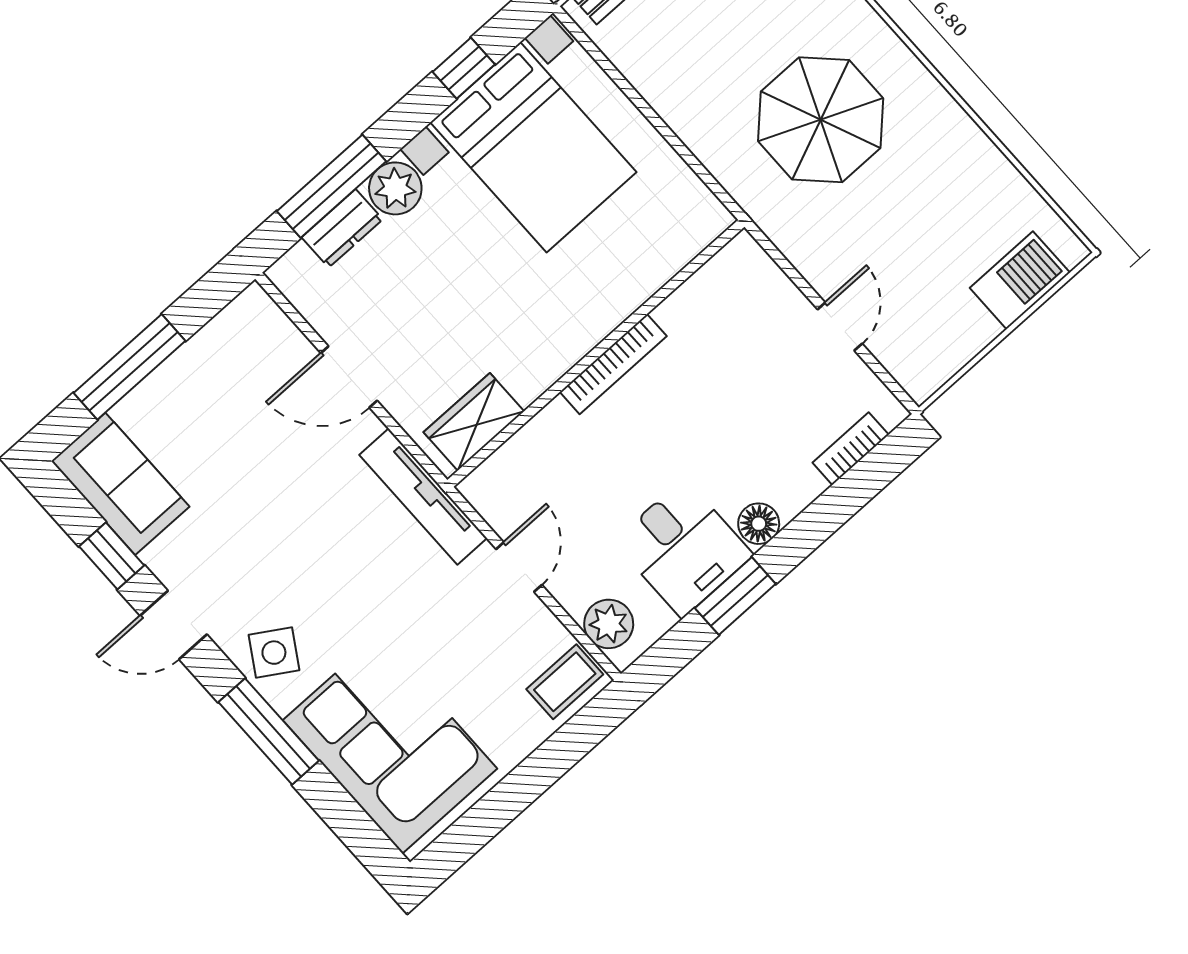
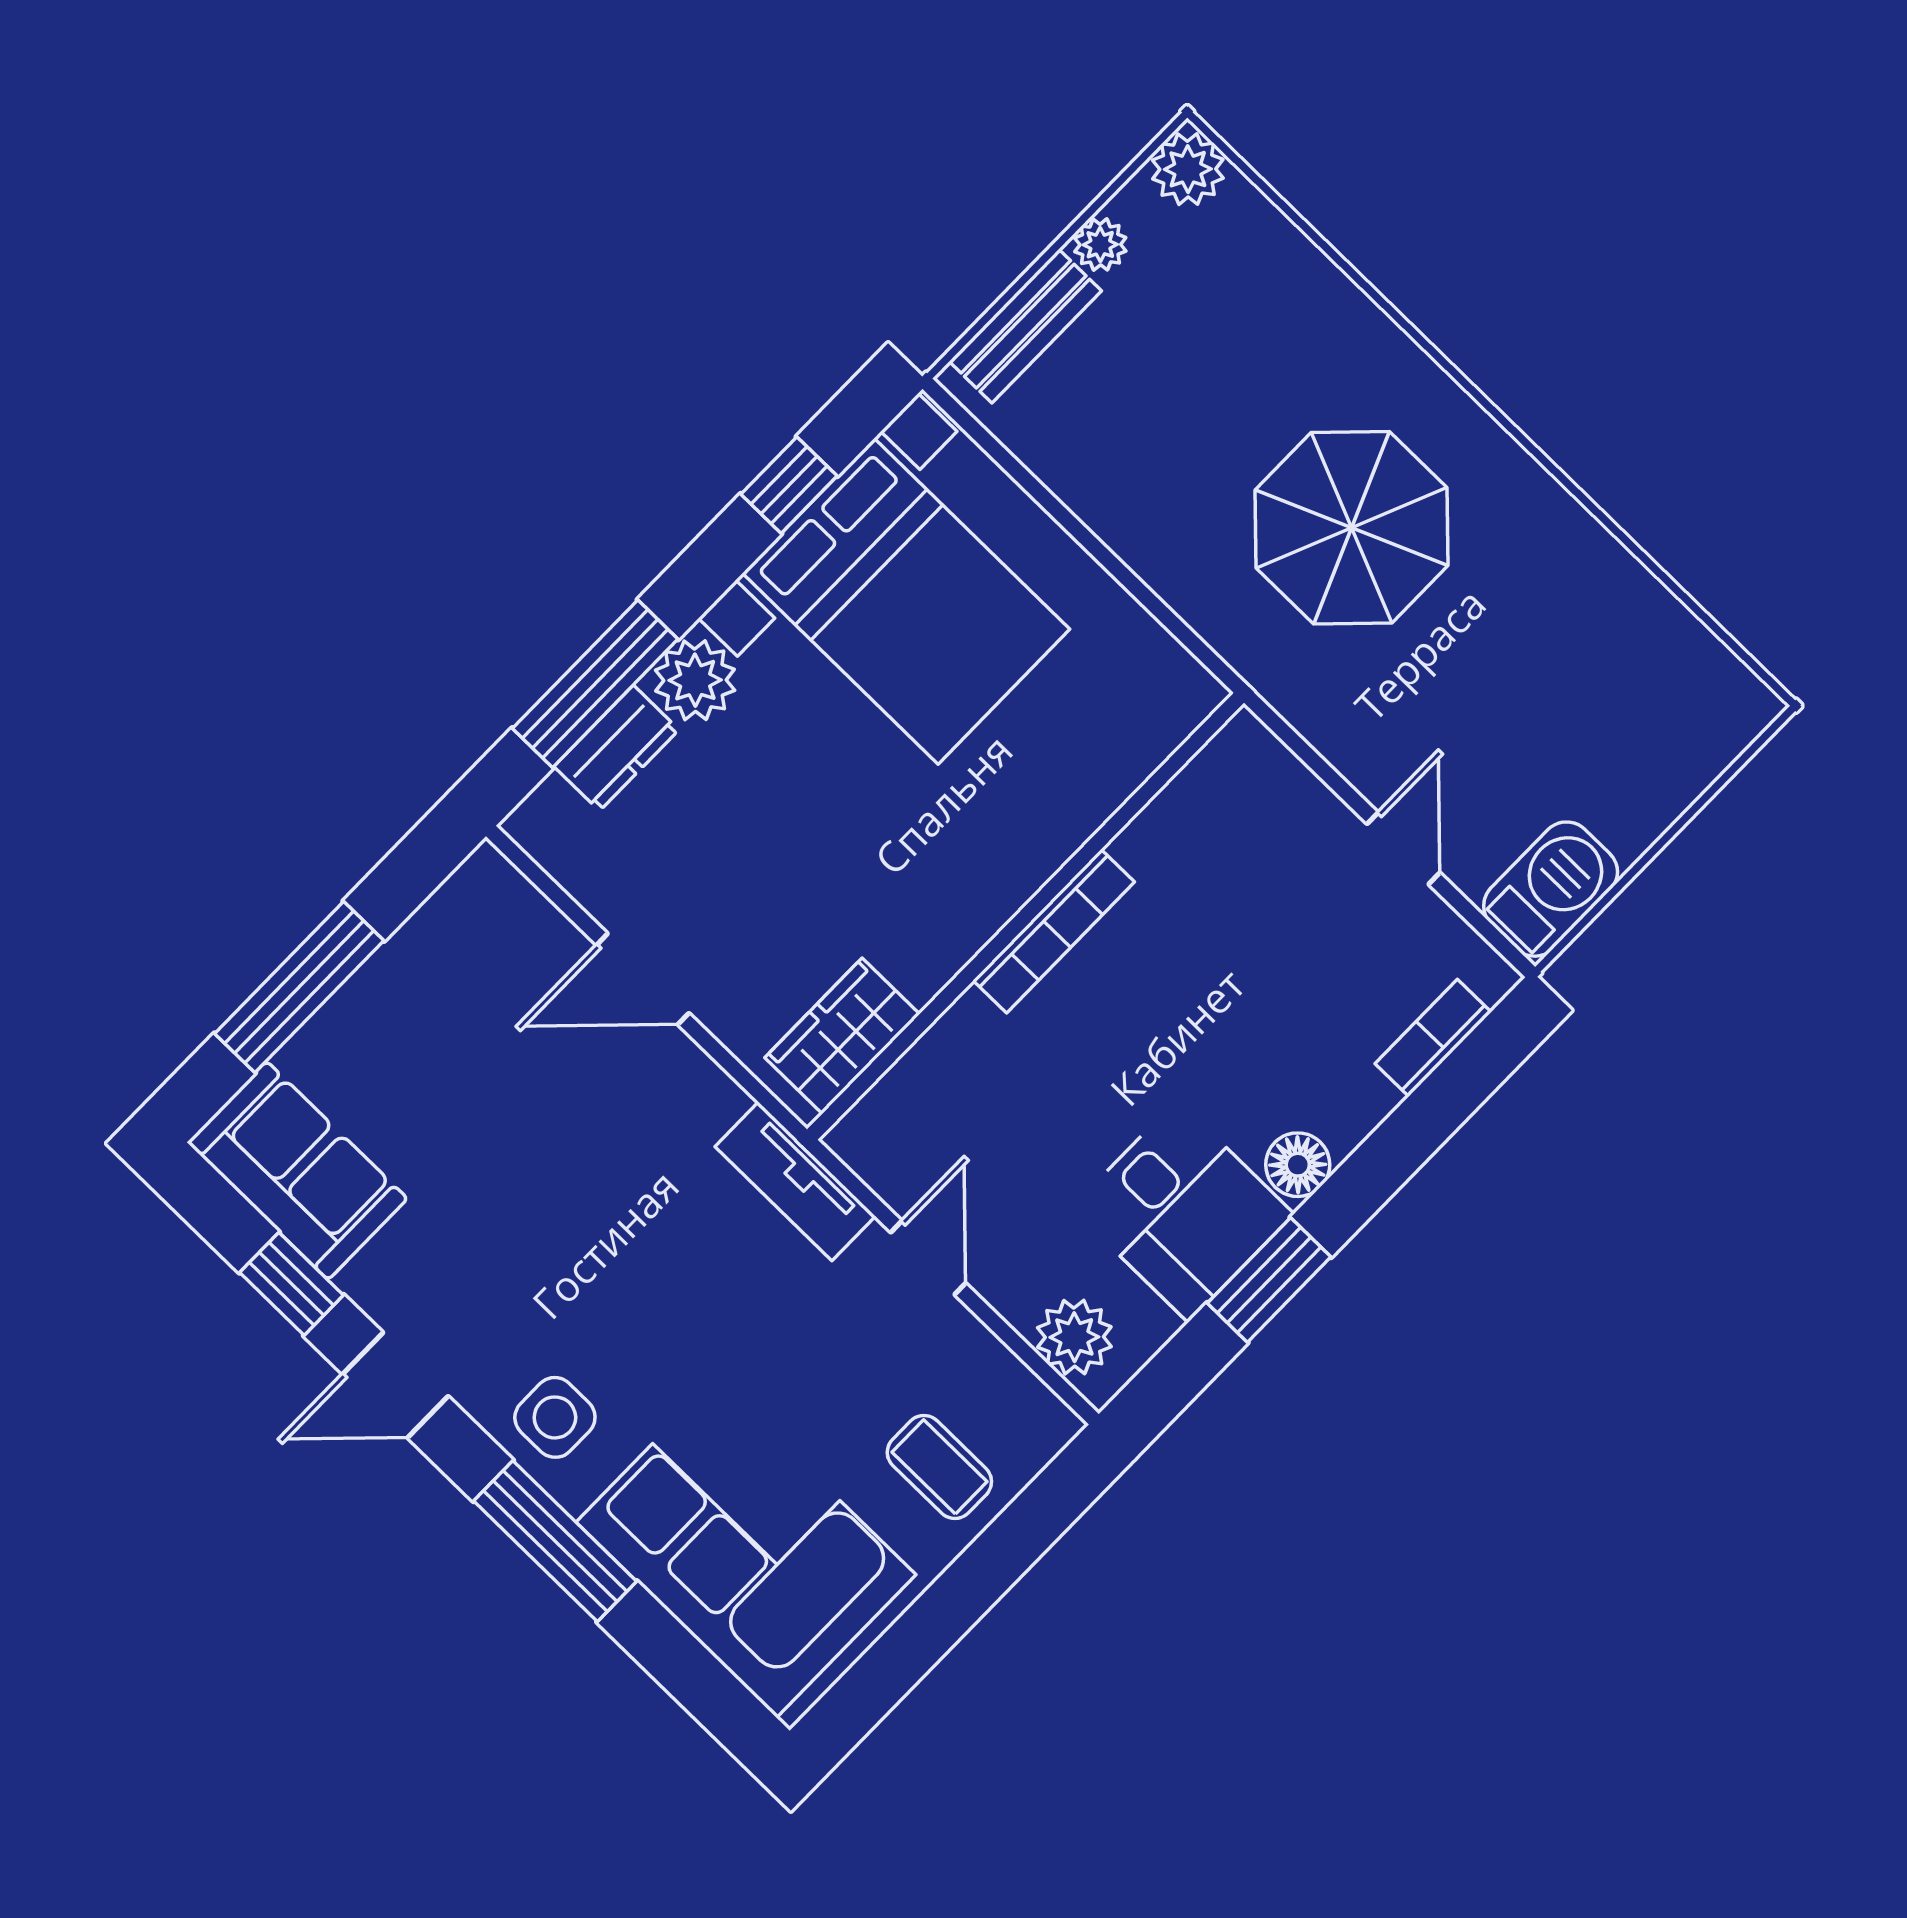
barbecue: (1020, 280) -> (1551, 889), moved
tv unit: (423, 497) -> (795, 1181), width x0.71
side table: (274, 653) -> (555, 1417), turned -32
coffee table: (565, 682) -> (939, 1467), moved, turned 90

